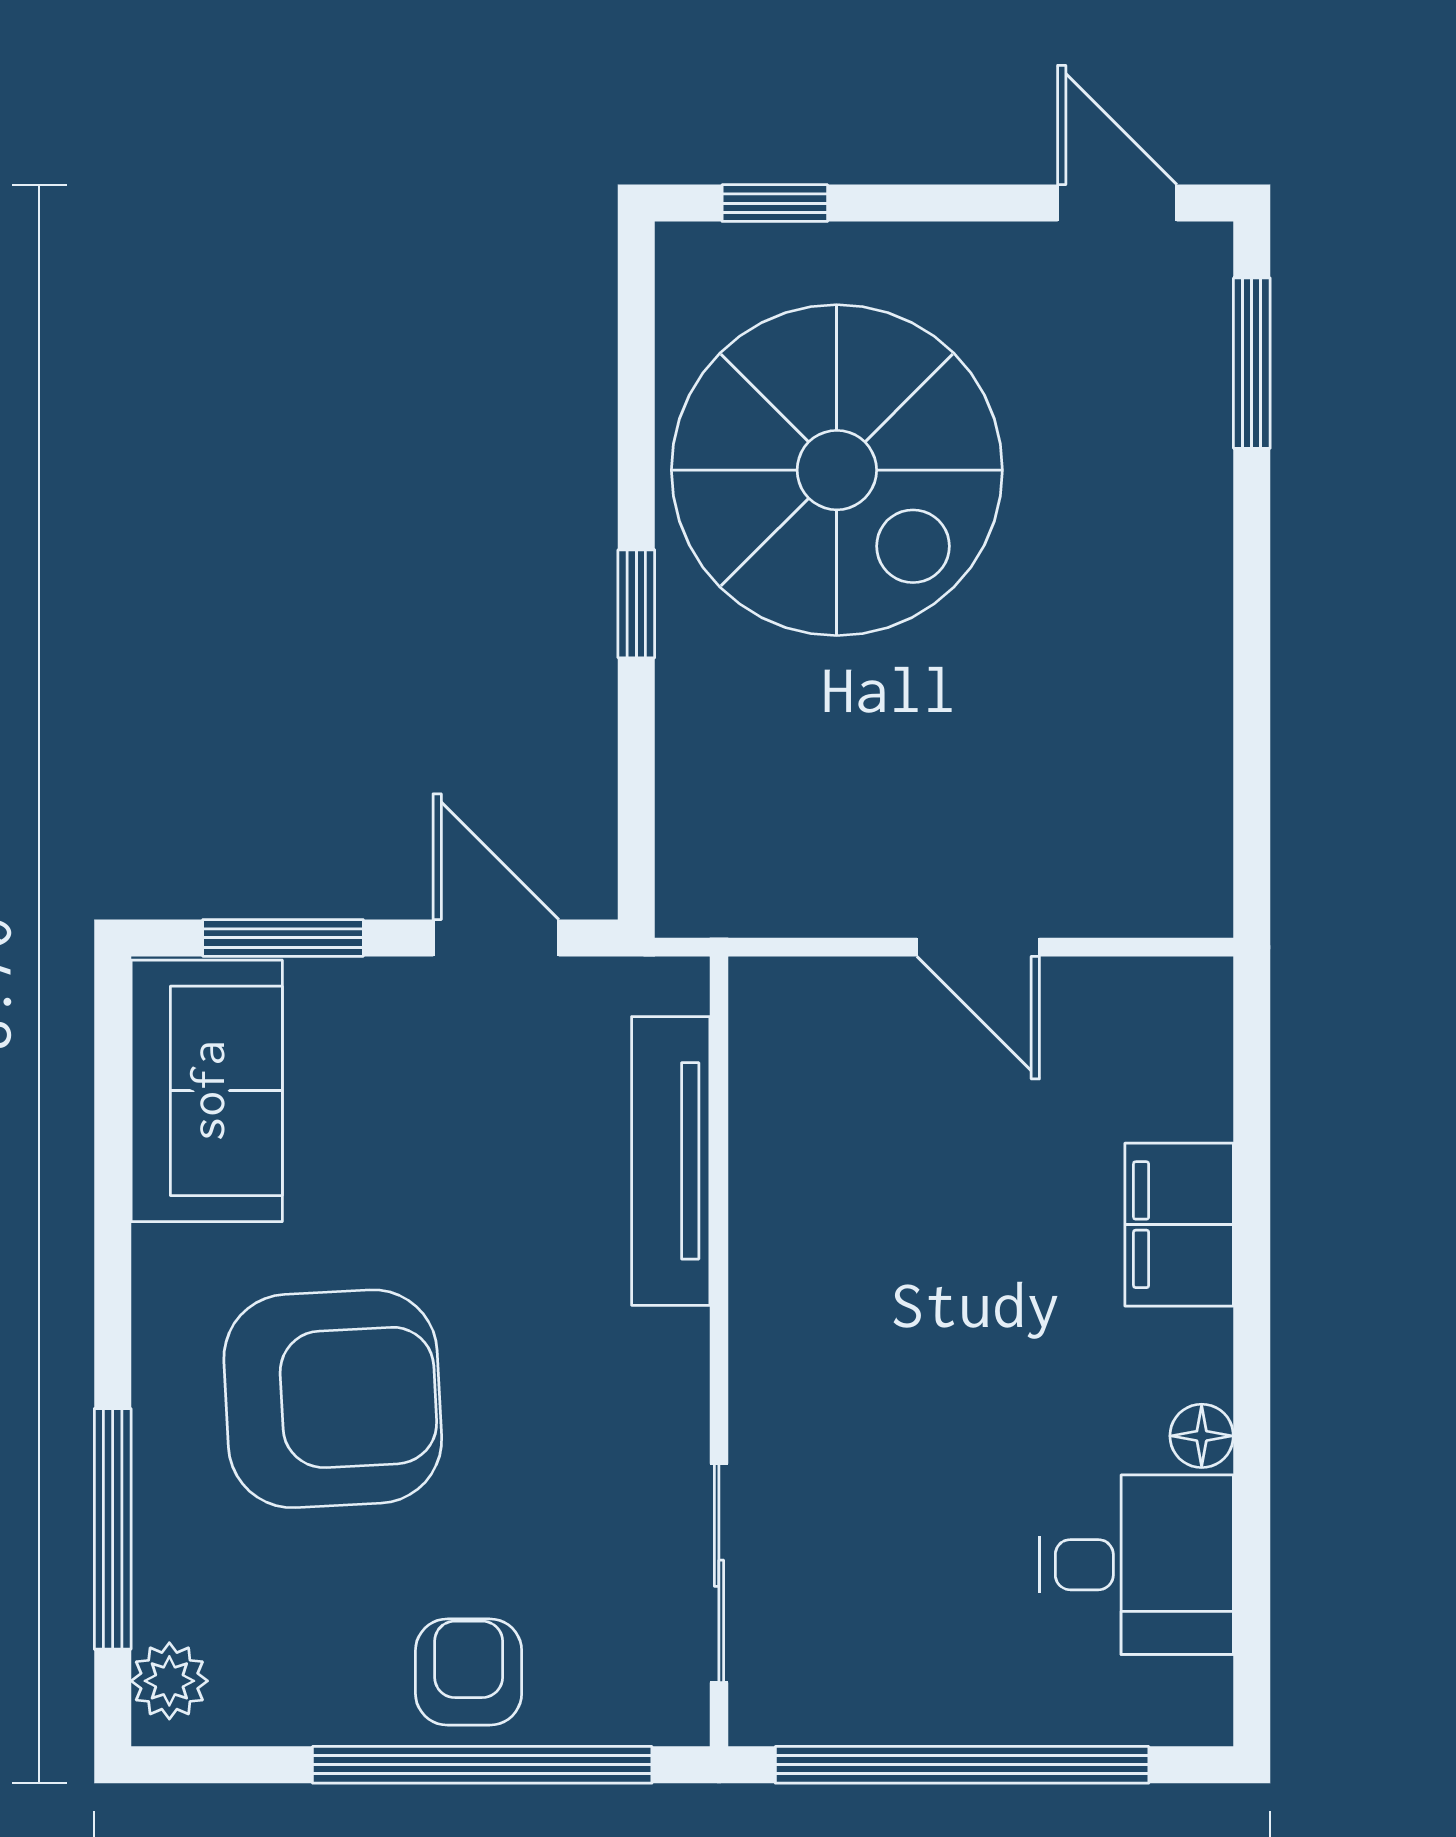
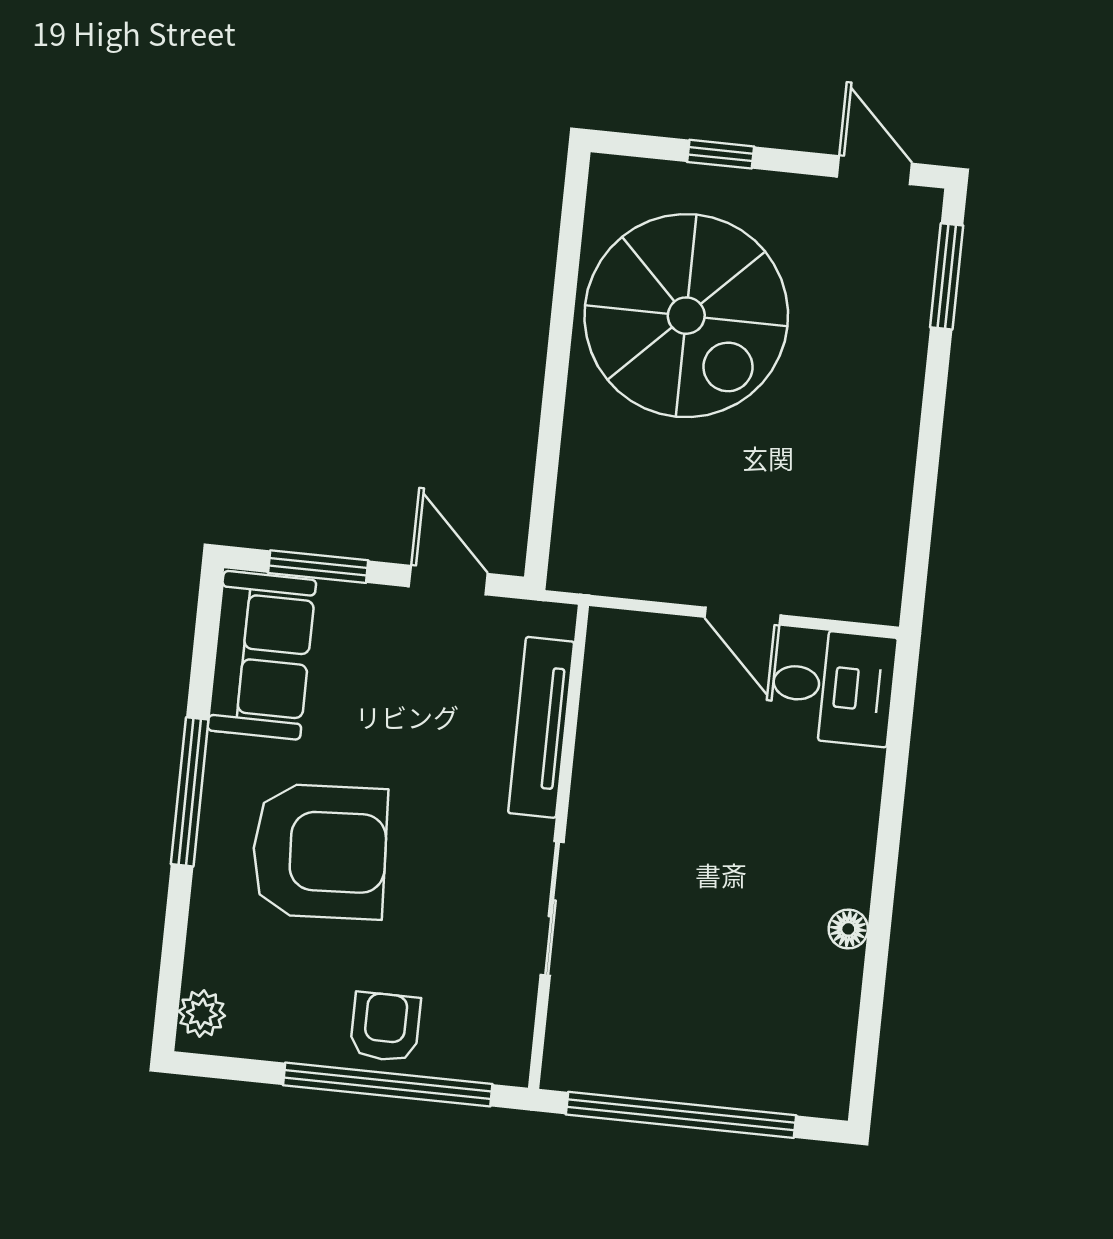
window: (775, 203) -> (721, 154), moved
window: (636, 604) -> (555, 385), removed
filing cabinet: (1179, 1225) -> (848, 798), removed
window: (113, 1529) -> (190, 792), moved
desk: (1137, 1565) -> (833, 687), moved
sliding door: (719, 1573) -> (552, 908), moved

